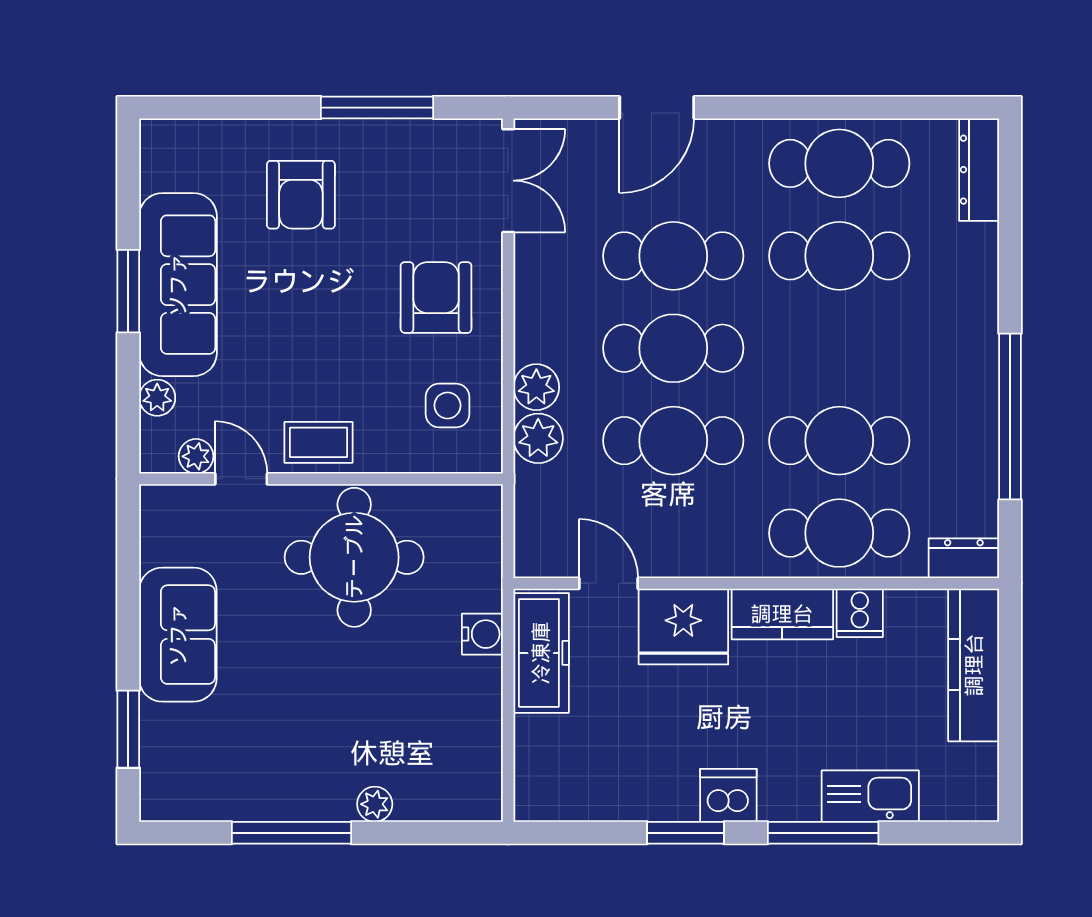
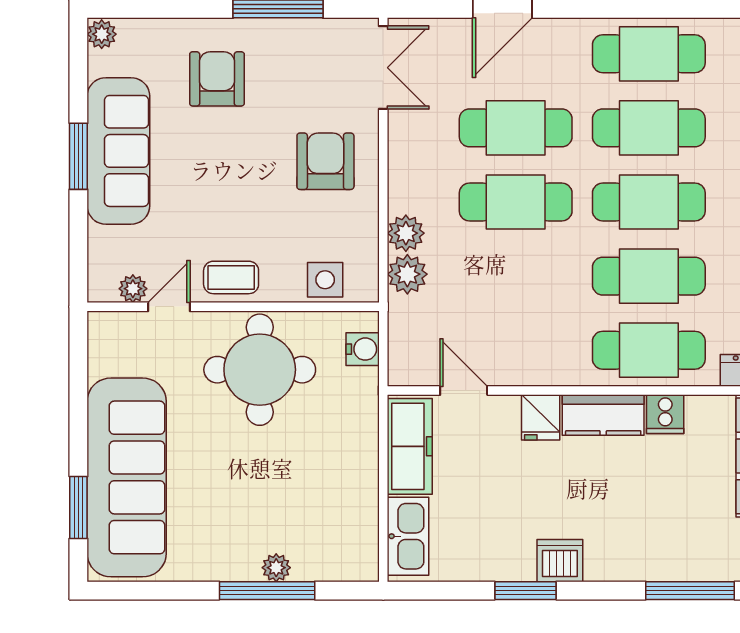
armchair: (301, 195) -> (217, 79), turned 180
plant: (157, 398) -> (102, 34), moved
side table: (447, 405) -> (325, 280), moved
cafe table: (673, 441) -> (649, 202), moved
door: (241, 479) -> (169, 307), hinge flipped
fridge: (683, 626) -> (541, 417), width x0.53, depth x0.75
water cooler: (482, 634) -> (363, 349), moved
sofa: (178, 635) -> (127, 477), width x1.85, depth x1.27
kitchen sink: (870, 796) -> (408, 536), moved, turned 90
window: (292, 833) -> (267, 591), moved
window: (823, 833) -> (690, 591), moved

